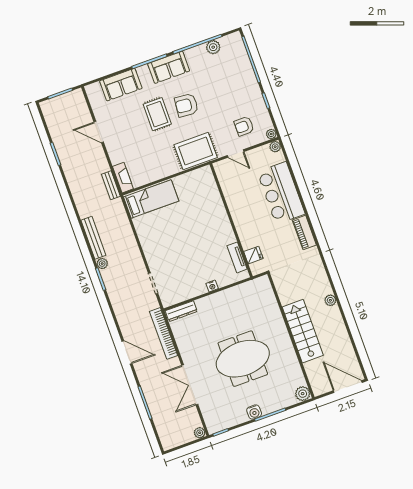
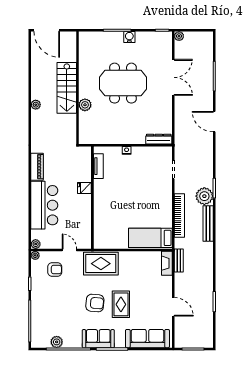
sofa: (121, 85) -> (147, 339), width x1.36
fridge: (253, 255) -> (84, 188), moved
plant: (102, 264) -> (204, 196), width x1.87, depth x1.87
bookcase: (164, 333) -> (179, 216), moved
plant: (303, 394) -> (85, 105), moved

